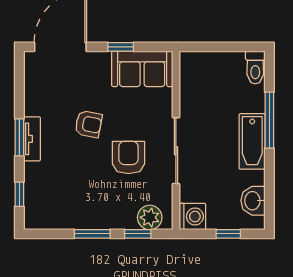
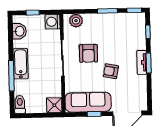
shower: (193, 65) -> (54, 105), added
sofa: (142, 69) -> (88, 102), width x1.36
window: (138, 234) -> (134, 10), moved

